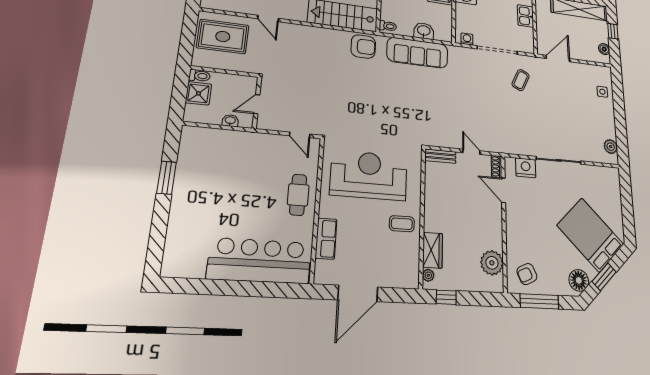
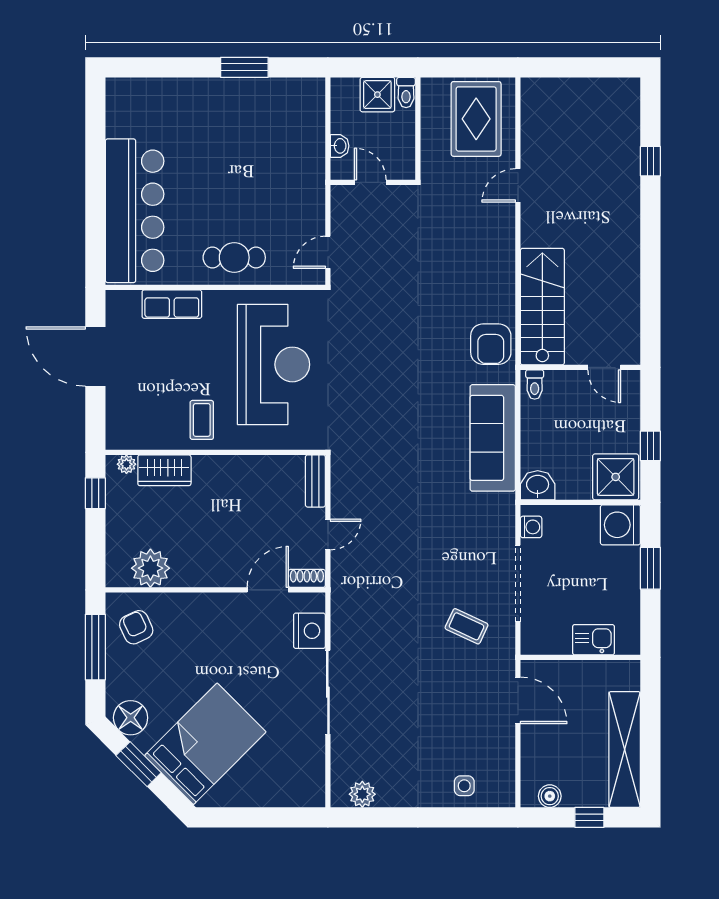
washbasin: (424, 31) -> (538, 485), moved, turned -90

